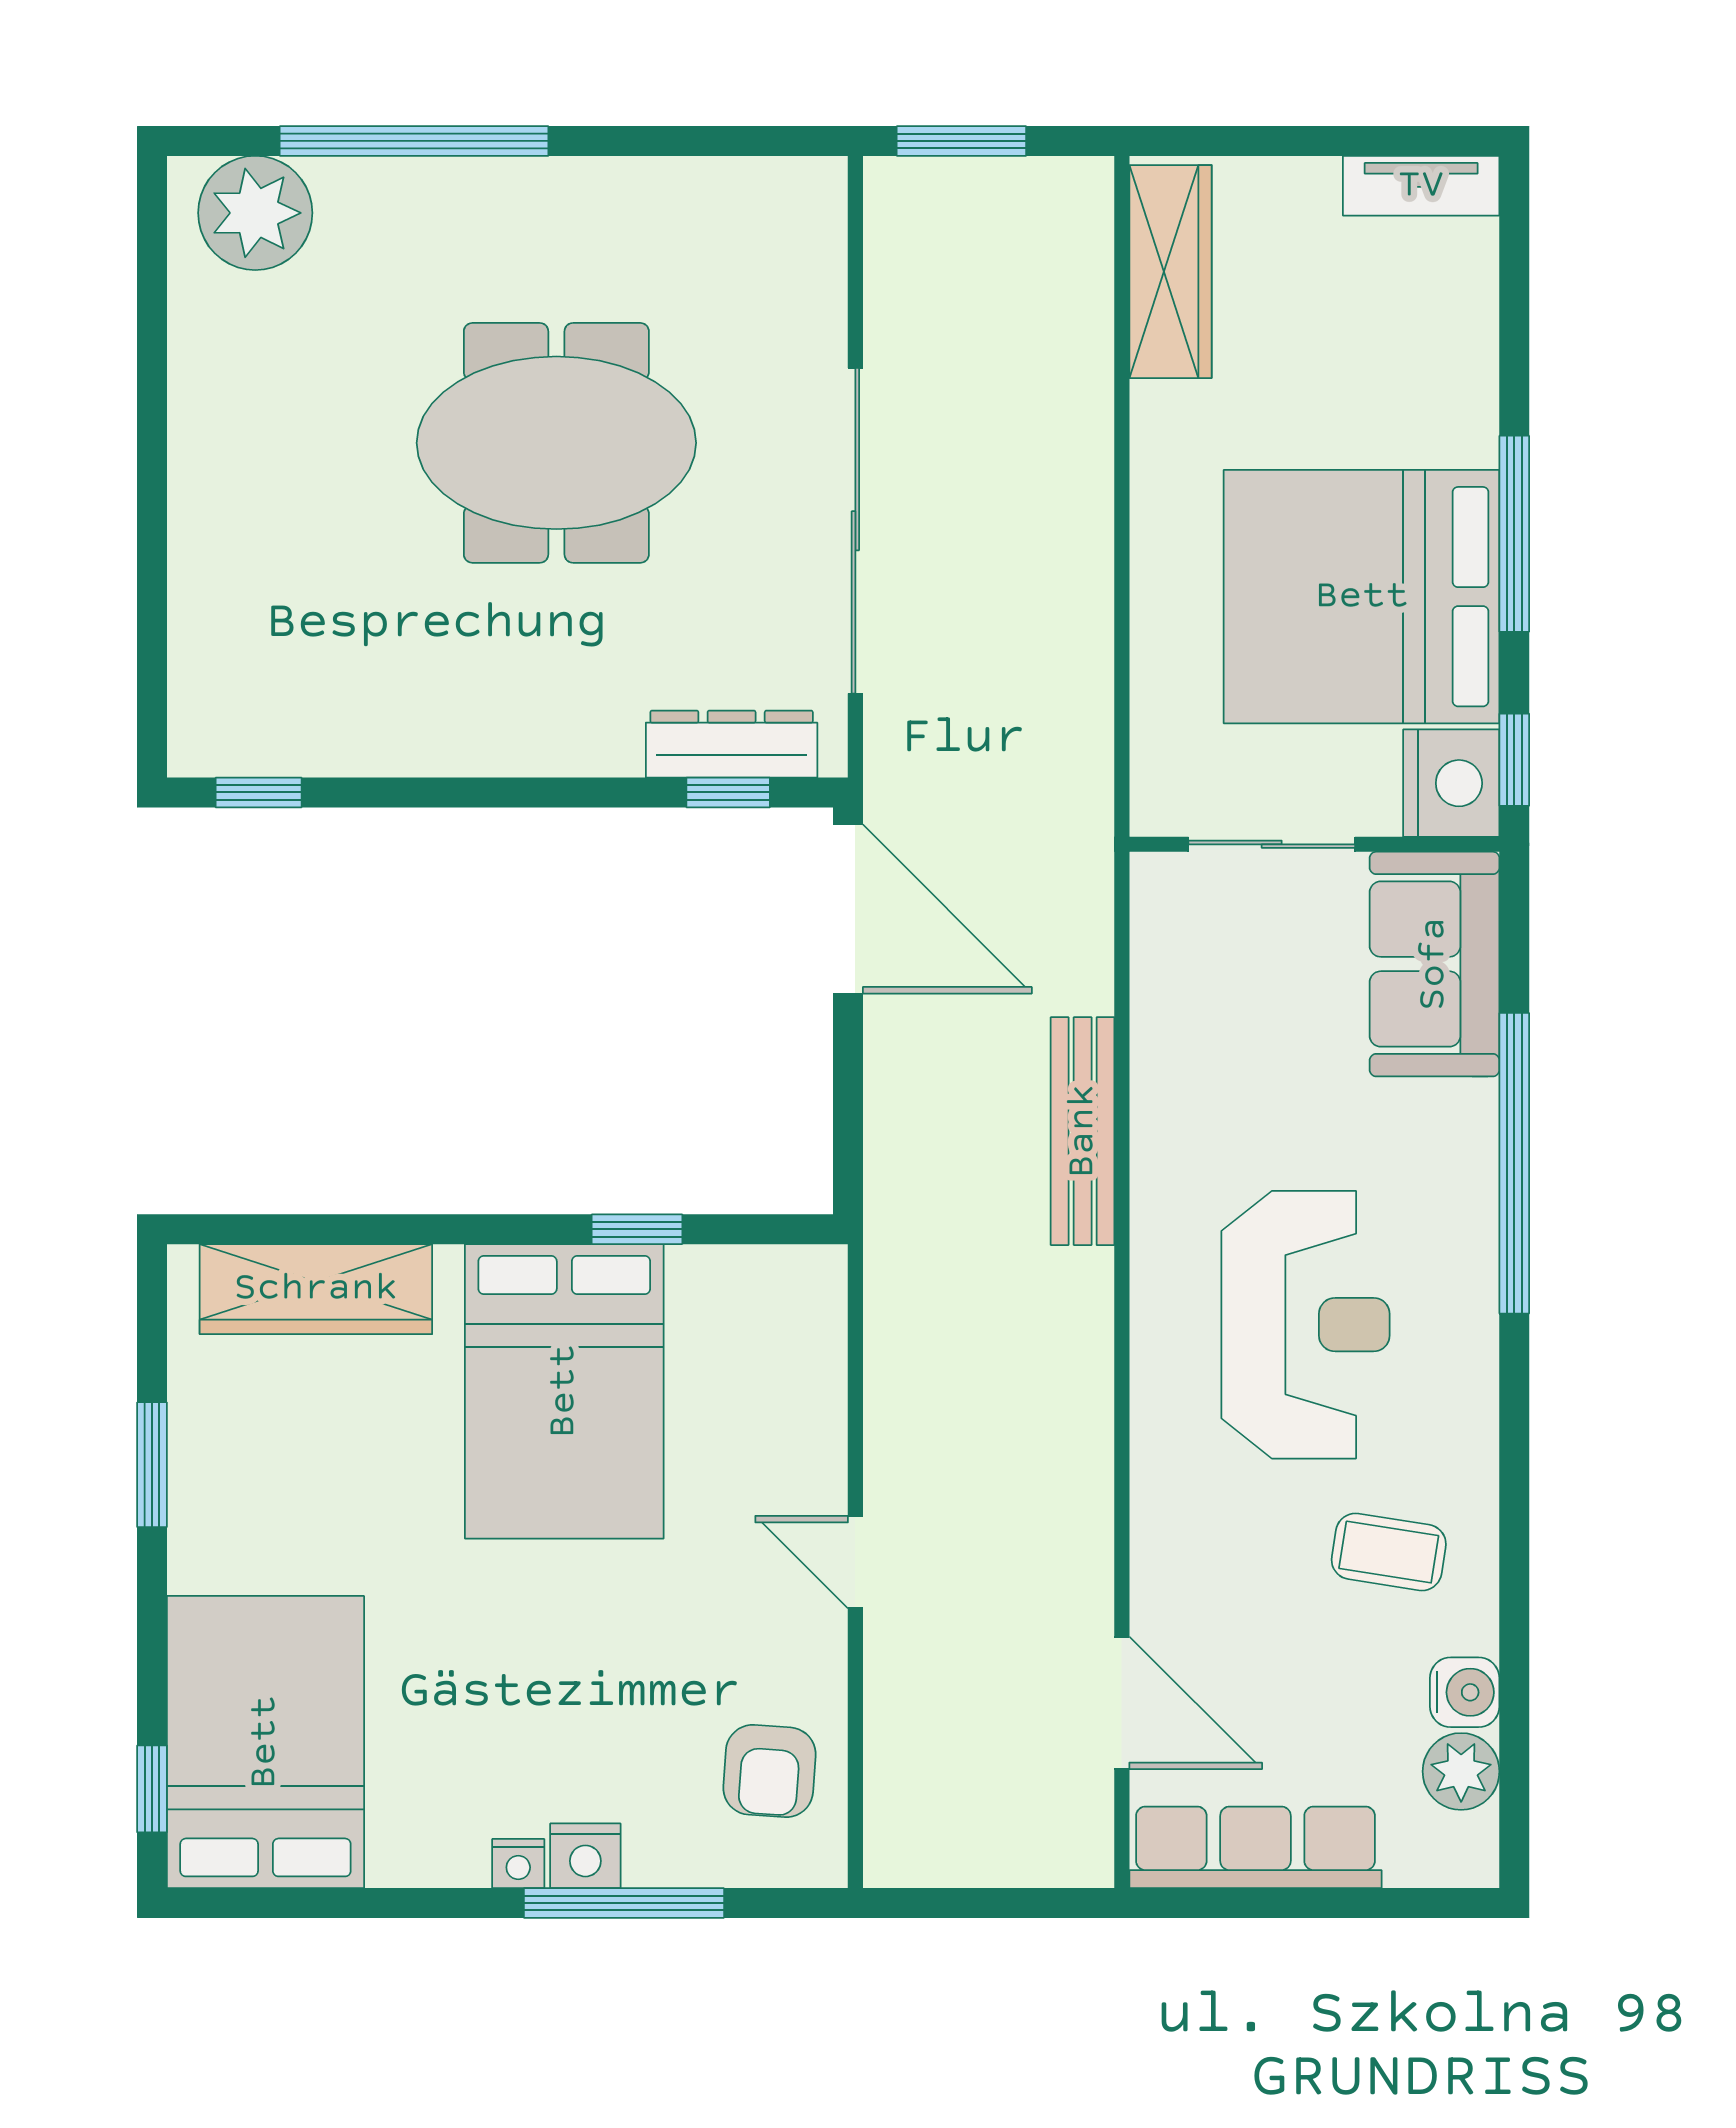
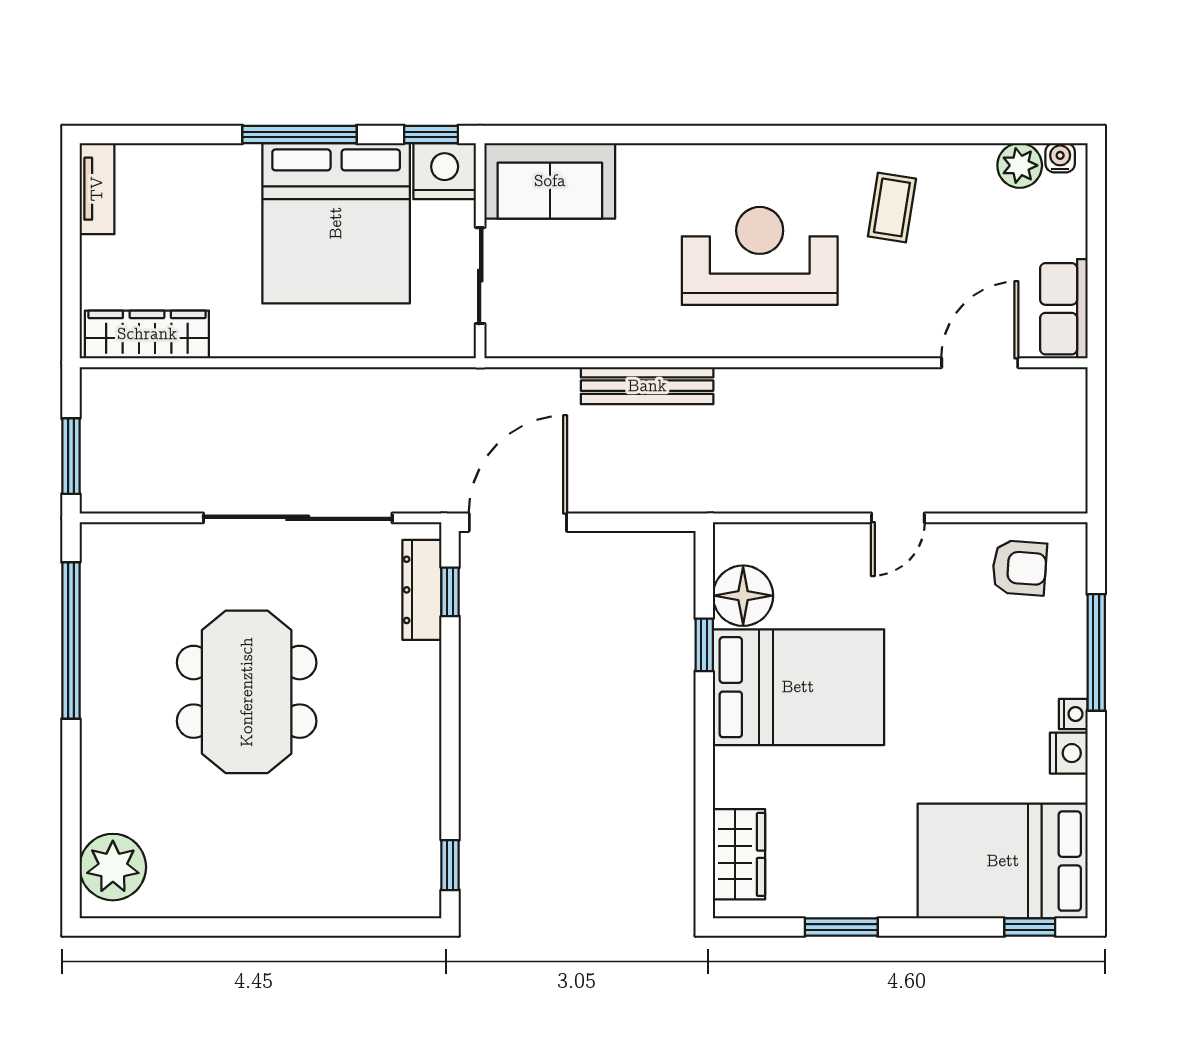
window: (414, 141) -> (71, 640), moved
window: (1514, 1163) -> (666, 134), removed
wardrobe: (316, 1289) -> (739, 854), width x0.67
floor lamp: (722, 1296) -> (743, 596), added
water cooler: (1465, 1692) -> (1060, 158), moved, width x0.72, depth x0.72
row of seats: (1255, 1847) -> (1064, 309), width x0.68
nightstand: (585, 1856) -> (1069, 753), moved

